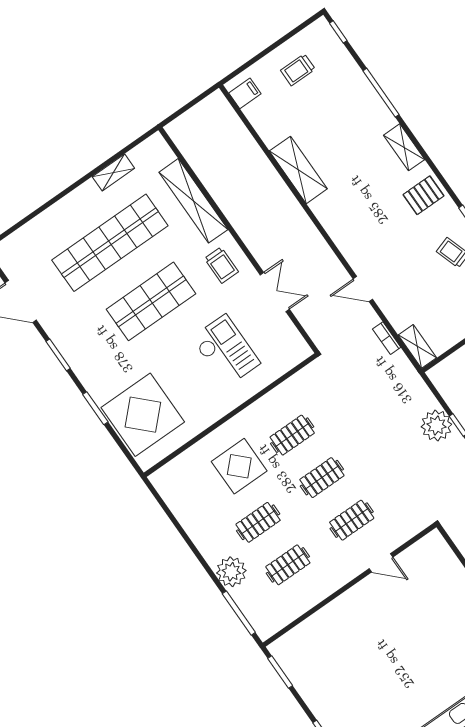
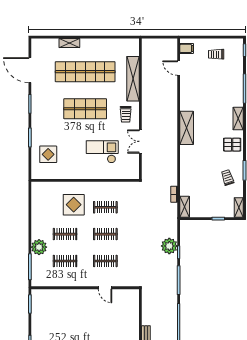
shelving: (298, 170) -> (187, 128), moved
shelving: (113, 172) -> (69, 43), moved
door: (363, 289) -> (179, 68), moved
double door: (275, 292) -> (140, 141), swing flipped
checkout: (226, 351) -> (102, 152), turned -90
display table: (143, 415) -> (48, 154), width x0.54, depth x0.54

